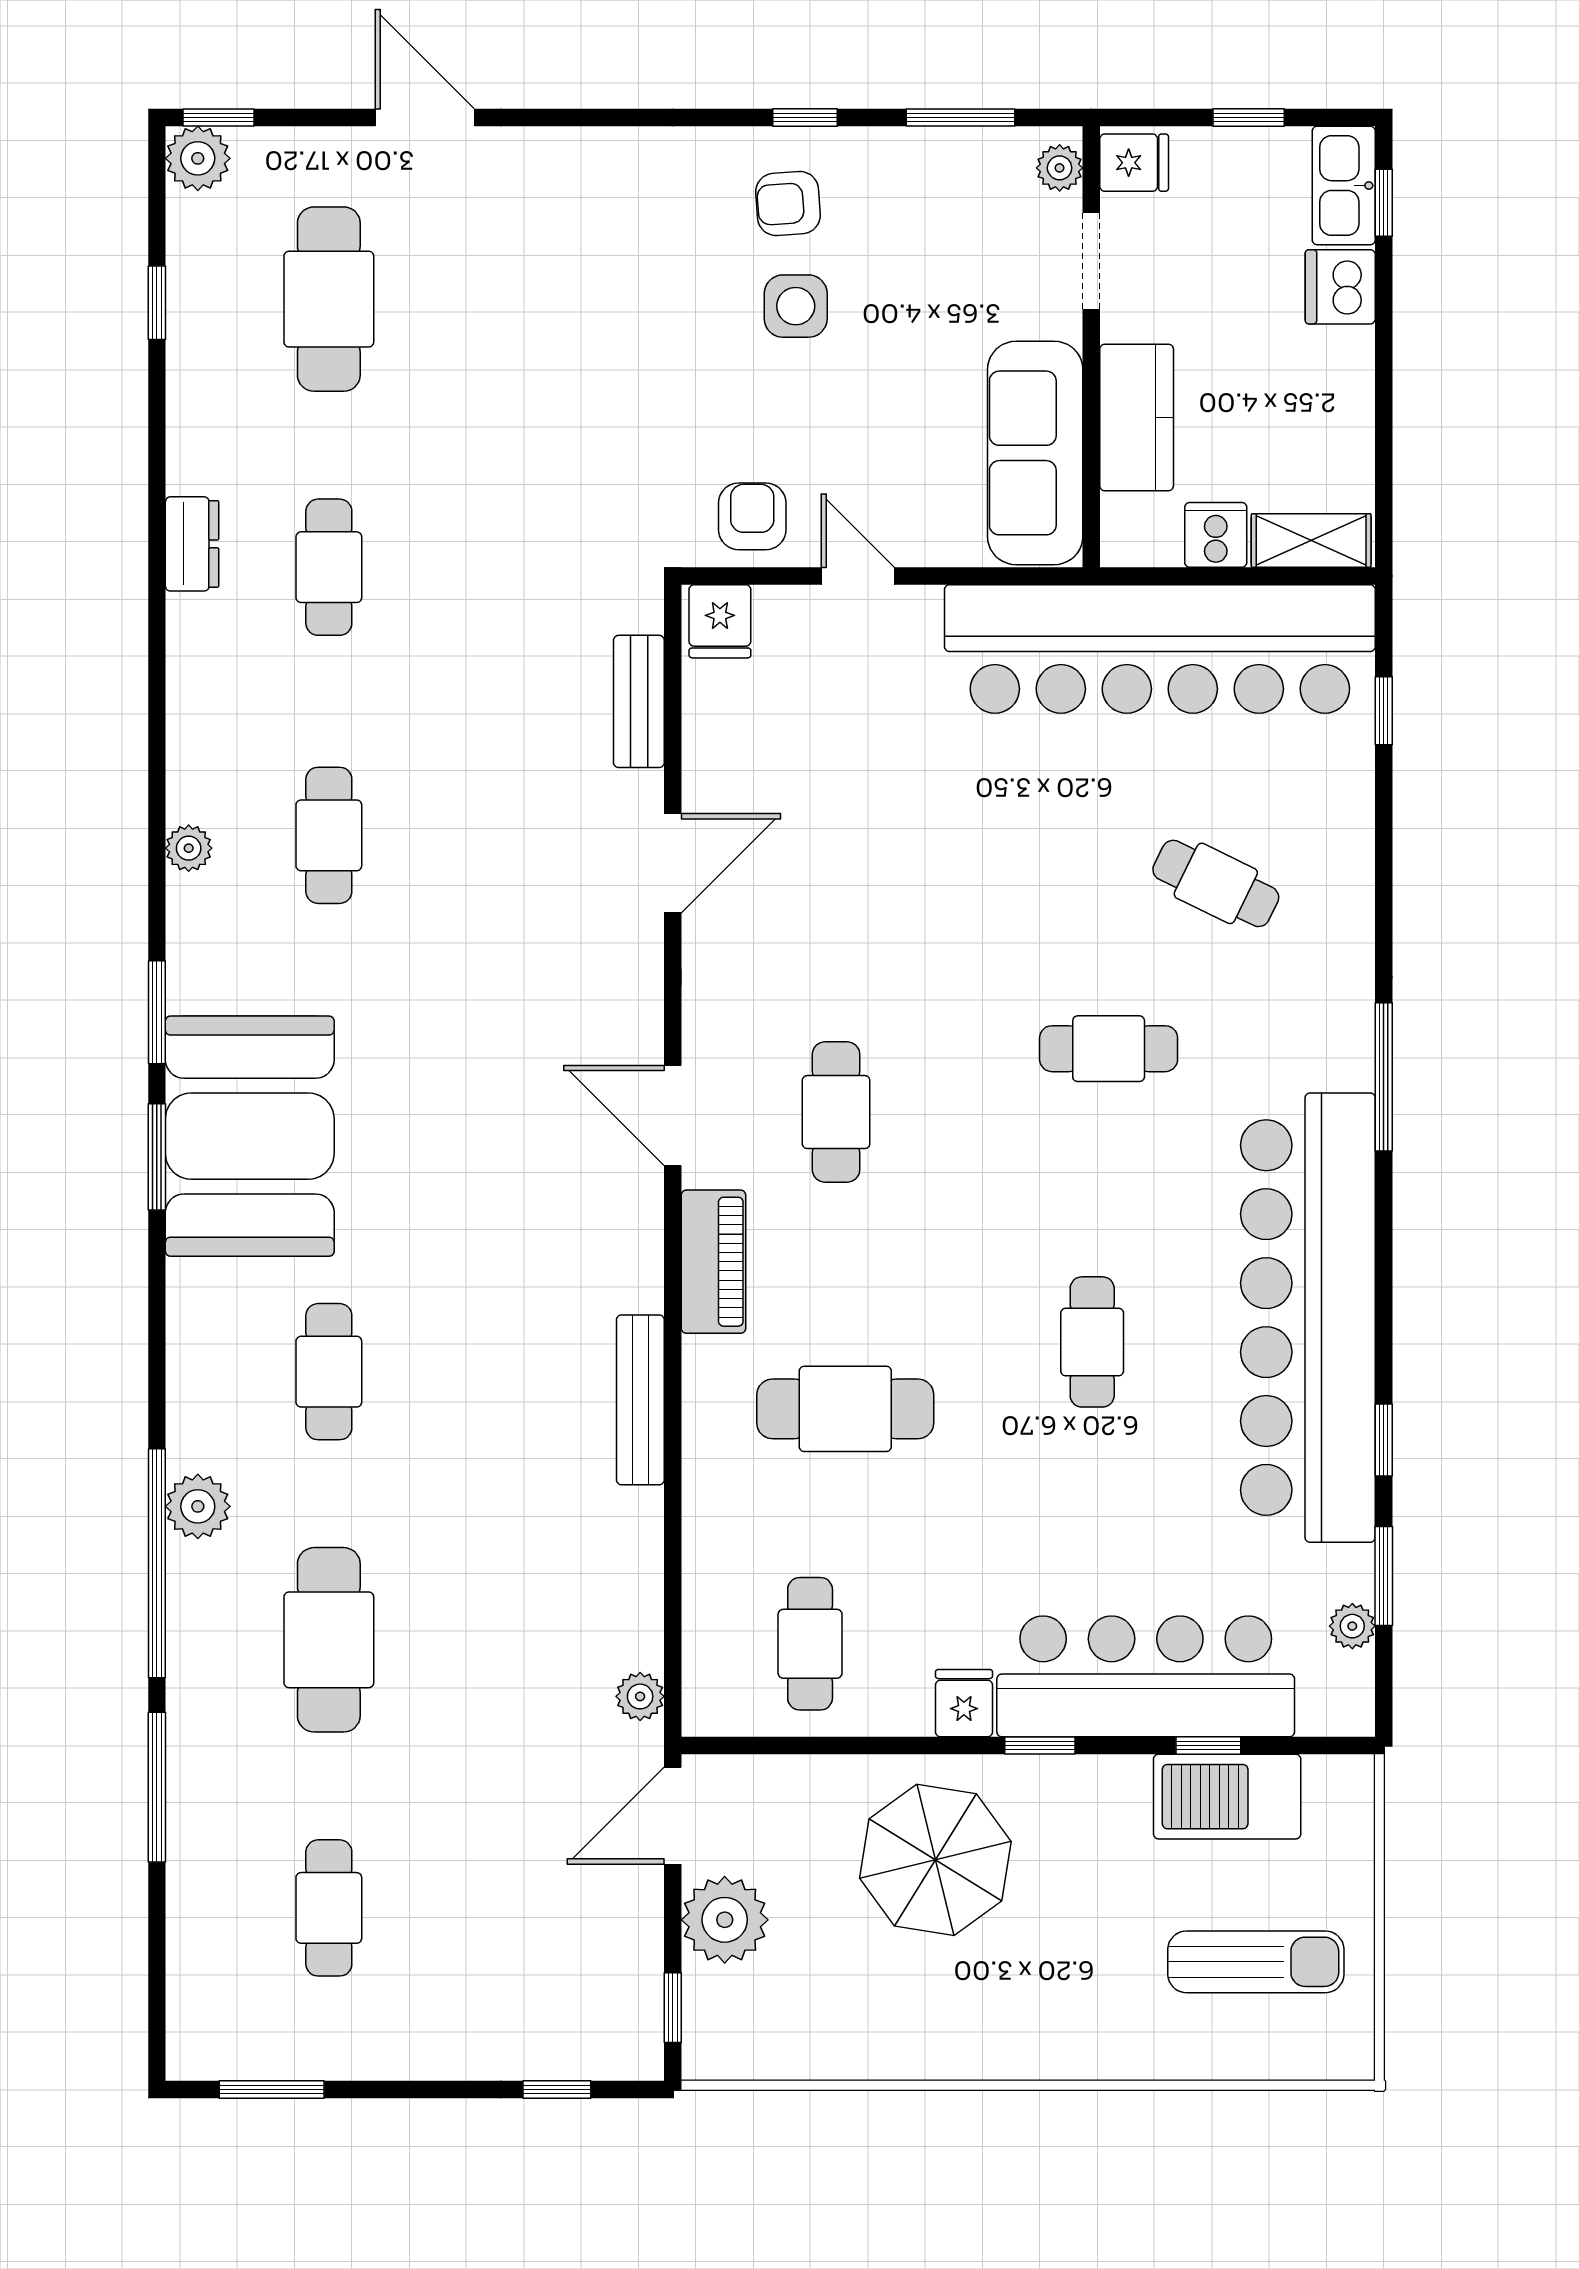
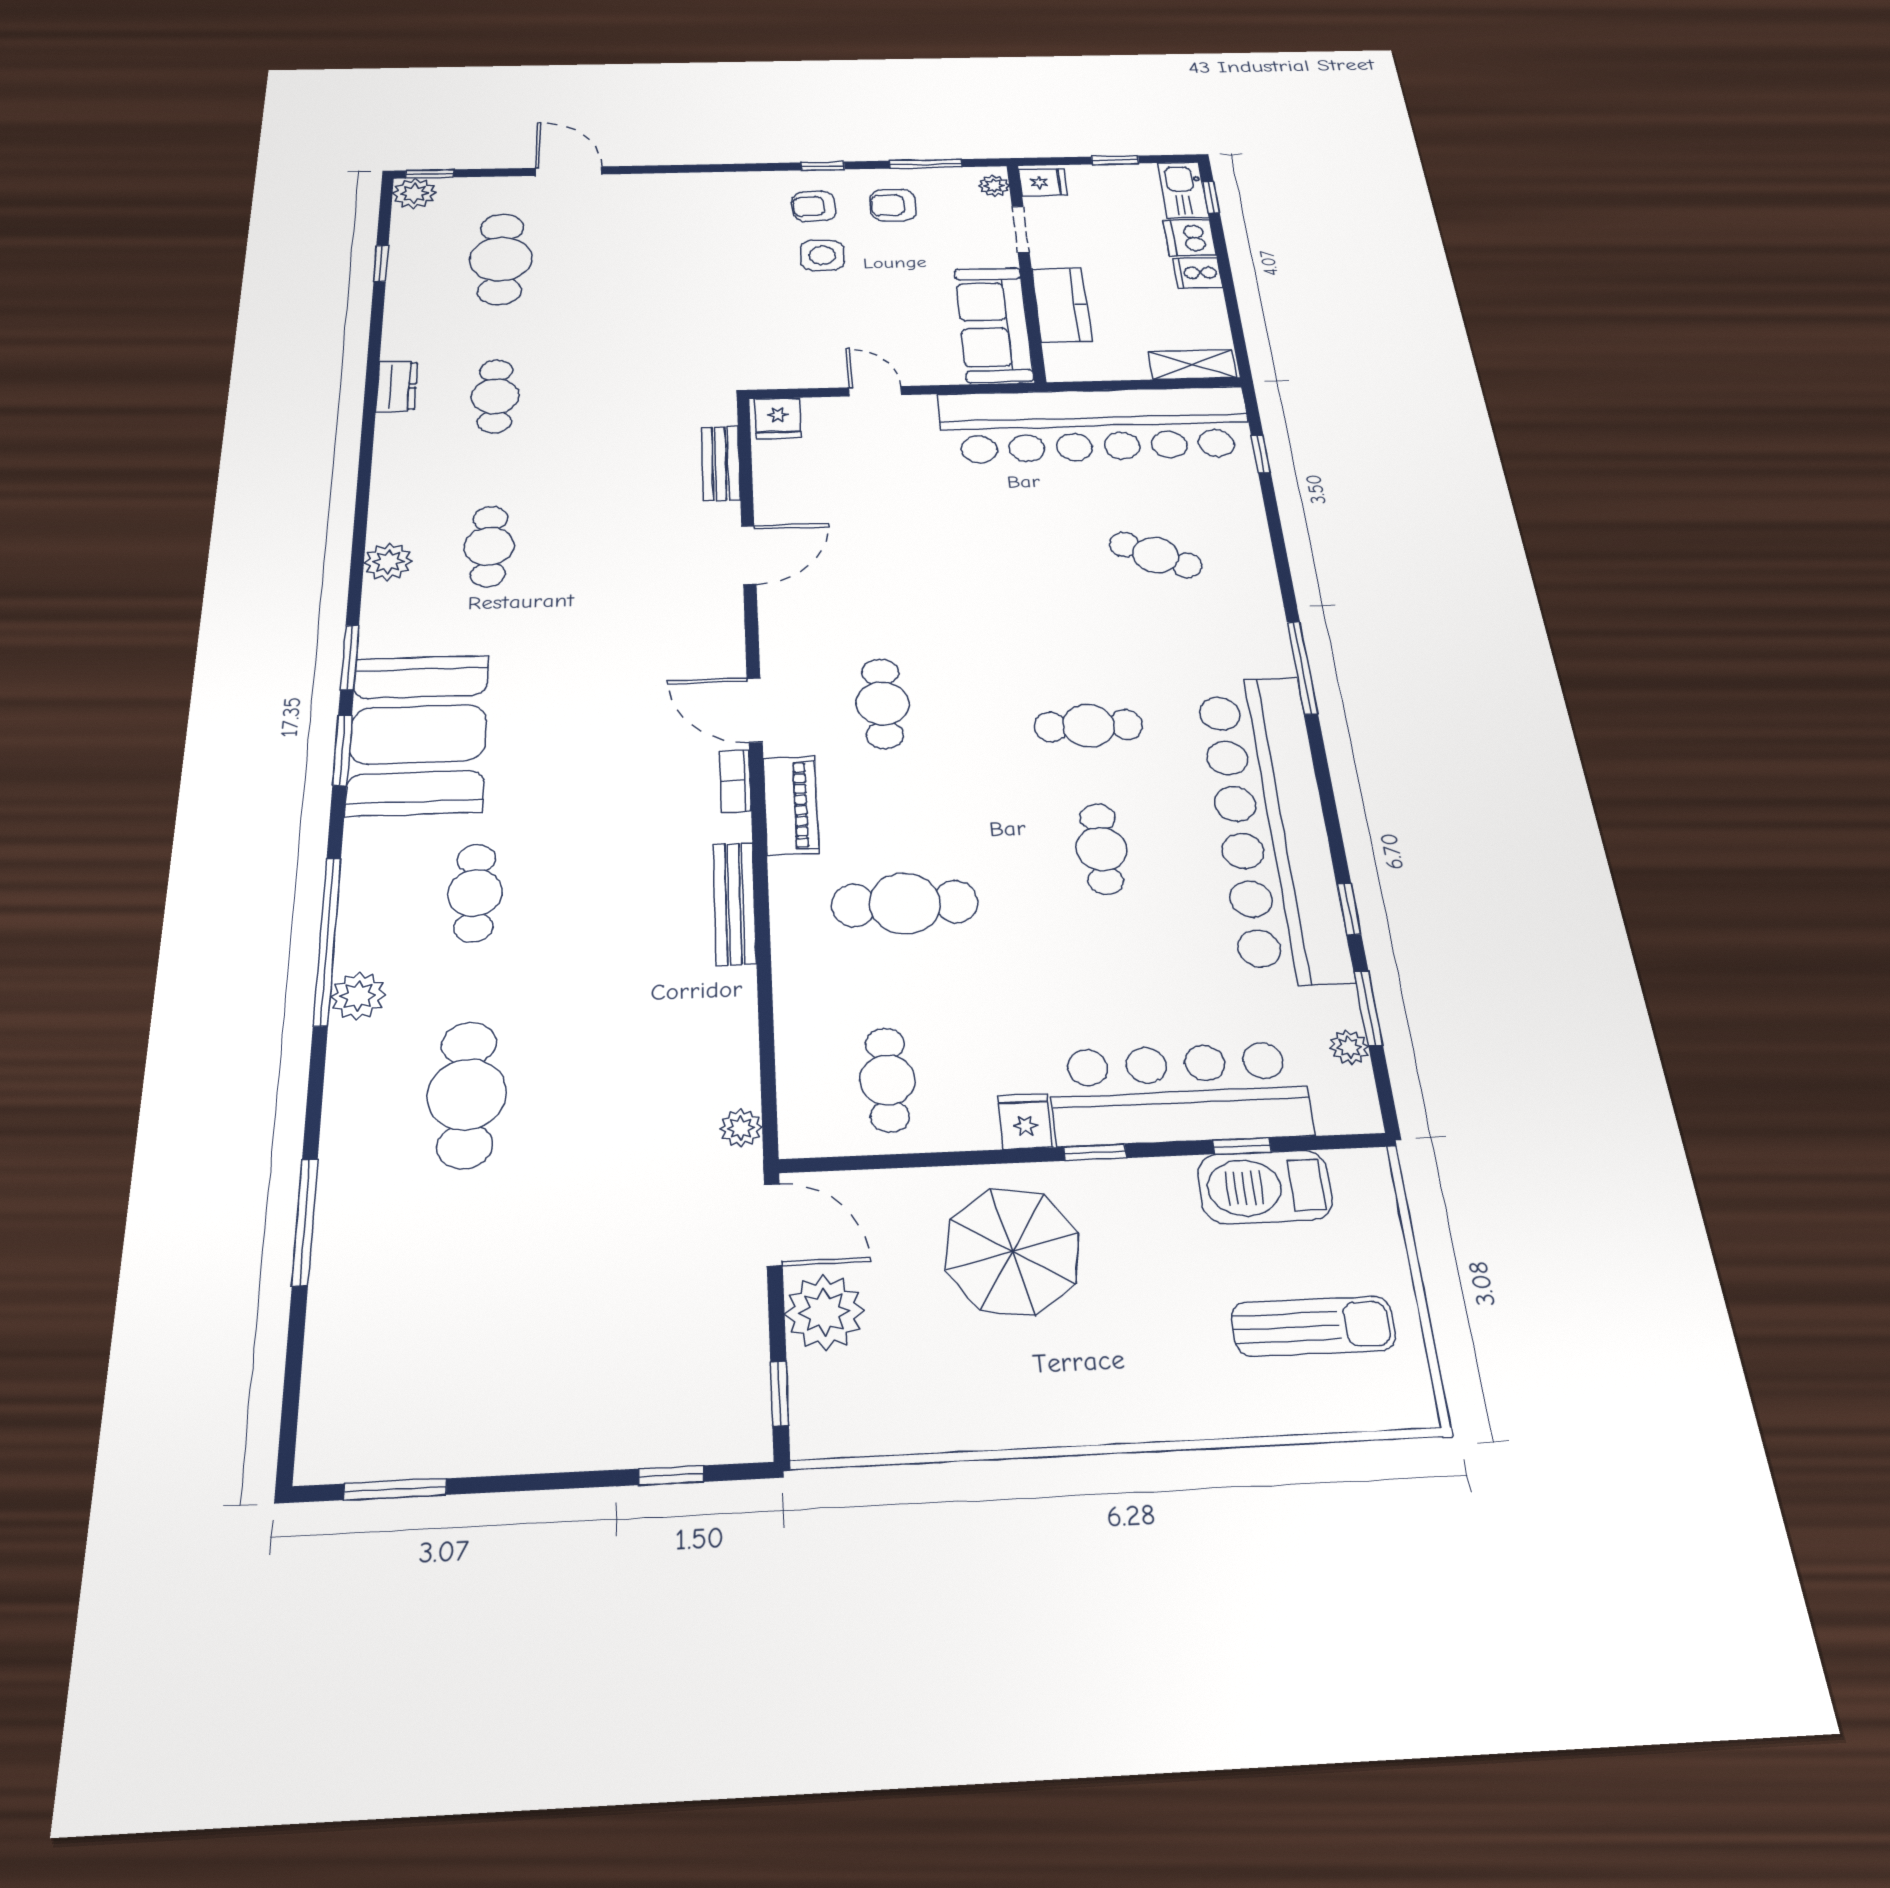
armchair: (752, 516) -> (893, 205), moved, turned -90
cooker: (1216, 535) -> (1198, 273), moved, turned -90
plant: (189, 848) -> (388, 562), width x1.38, depth x1.38
cafe table: (1109, 1049) -> (1088, 726), moved
bookcase: (646, 1223) -> (735, 781), added
window: (157, 1563) -> (327, 941), moved
door: (673, 1816) -> (773, 1225), swing flipped
cafe table: (329, 1908) -> (458, 1319), removed

